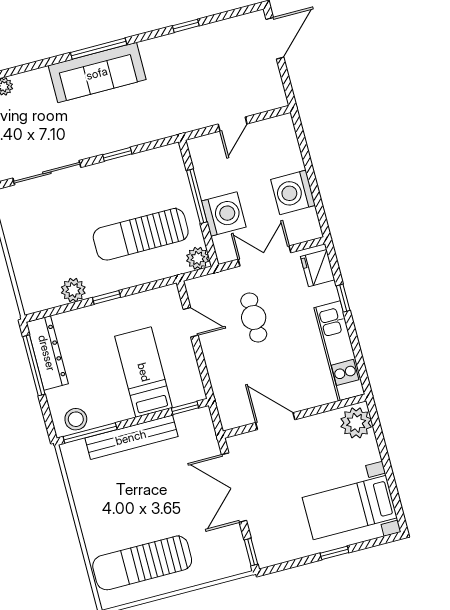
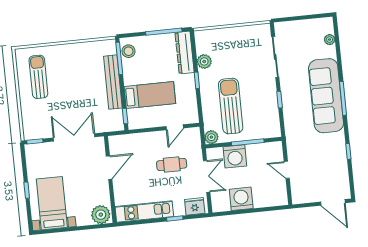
sofa: (97, 73) -> (326, 96), width x1.36, depth x1.27
dresser: (47, 353) -> (185, 53), moved, turned 90
sun lounger: (142, 563) -> (38, 77), width x0.73, depth x0.75

